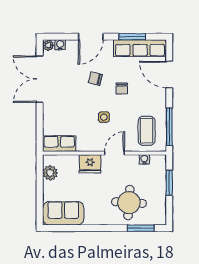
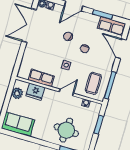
row of seats: (140, 48) -> (112, 26), width x0.68
row of seats: (59, 144) -> (41, 78), moved
fridge: (90, 164) -> (35, 92), moved

